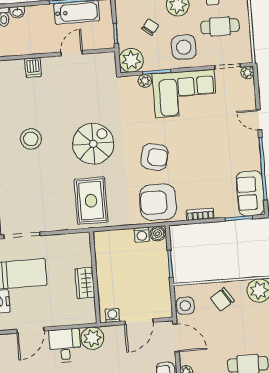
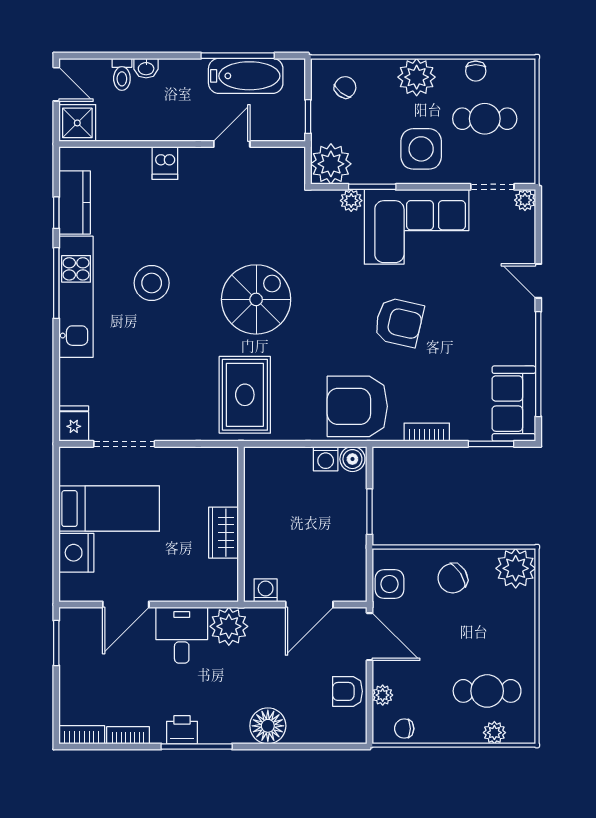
chair: (150, 27) -> (345, 87), moved
armchair: (154, 157) -> (399, 322), moved

